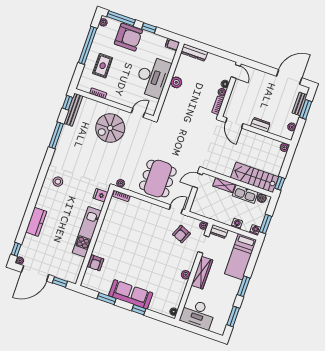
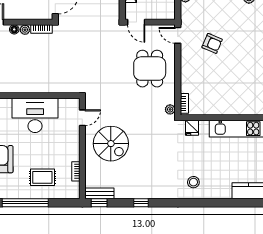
plant: (176, 82) -> (32, 86), removed
bench: (73, 110) -> (99, 193), width x0.73
door: (138, 113) -> (82, 118), swing flipped
window: (56, 135) -> (141, 203), width x0.46
dining table: (158, 179) -> (150, 69), width x0.73
armchair: (181, 234) -> (212, 43), moved

